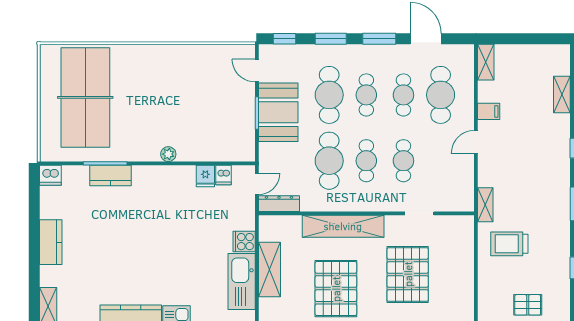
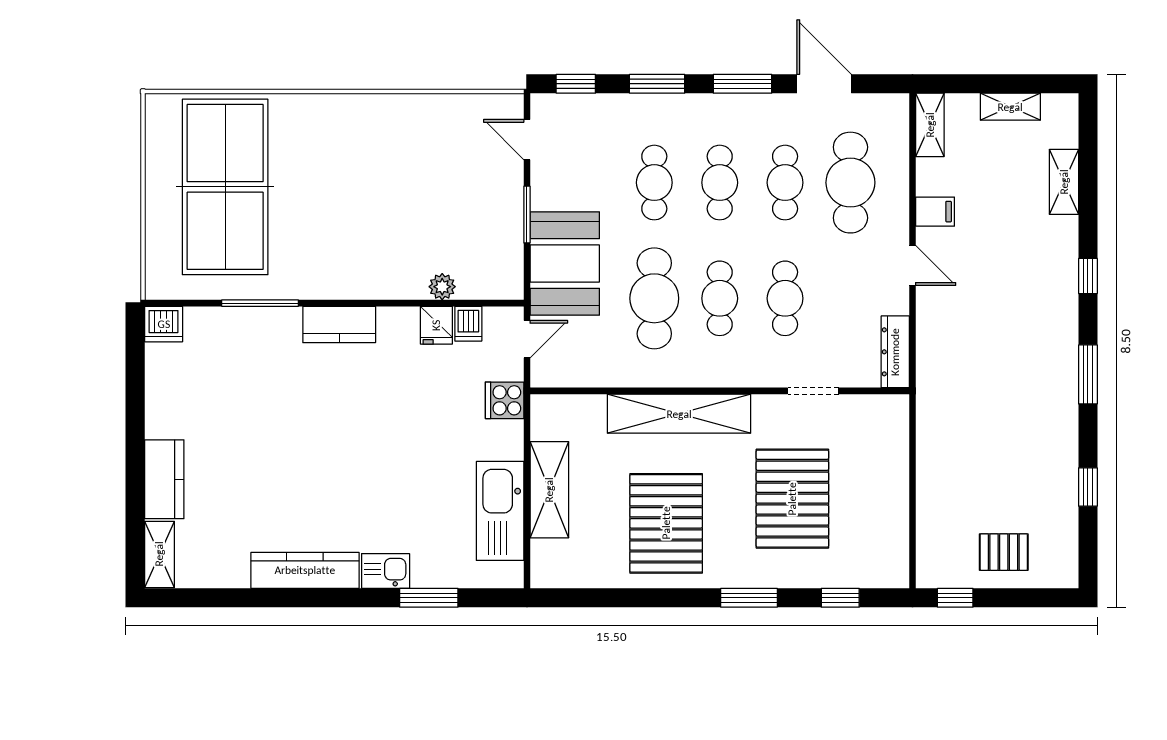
cafe table: (329, 95) -> (654, 183), width x0.73, depth x0.74
booth: (278, 112) -> (565, 264), moved
door: (476, 142) -> (912, 265), swing flipped
plant: (168, 154) -> (442, 287), moved
kitchen counter: (110, 176) -> (339, 324), moved
dresser: (279, 204) -> (895, 352), moved, turned -90
shelving: (485, 205) -> (1010, 107), moved, turned 90
kitchen counter: (51, 242) -> (164, 479), moved
cooker: (244, 242) -> (505, 400), moved
trolley: (509, 244) -> (971, 445), removed

